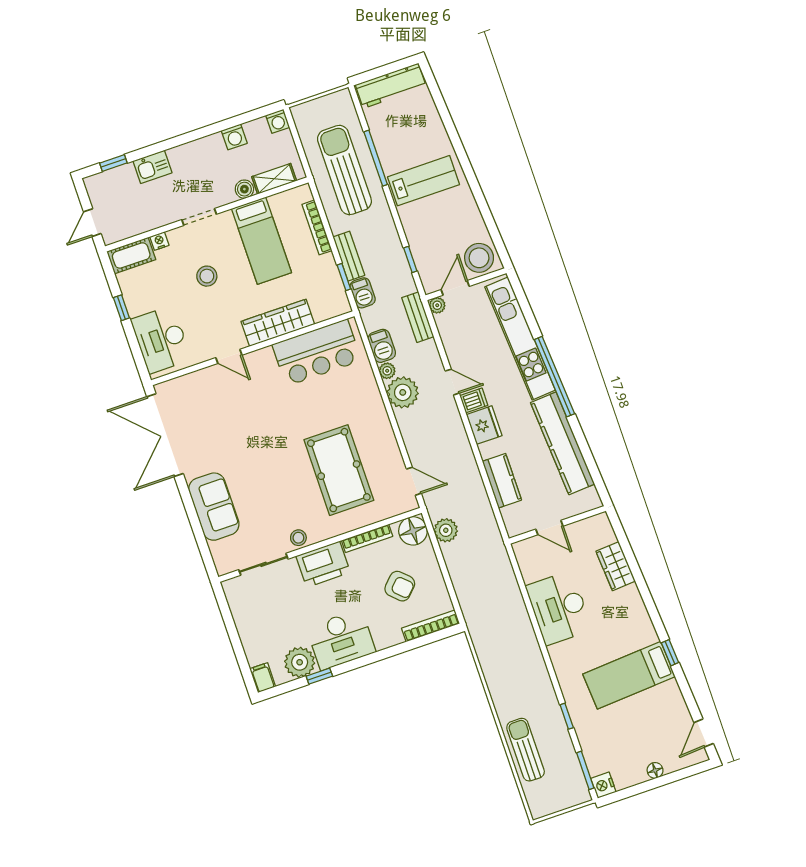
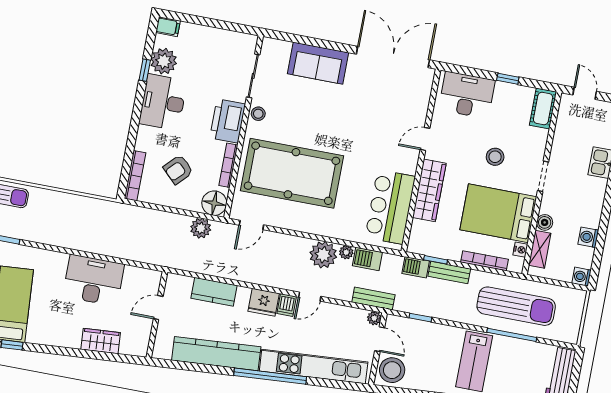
nightstand: (159, 241) -> (520, 250), moved
bed: (262, 241) -> (498, 213), width x1.50
pool table: (339, 470) -> (292, 173), width x1.36, depth x1.32

